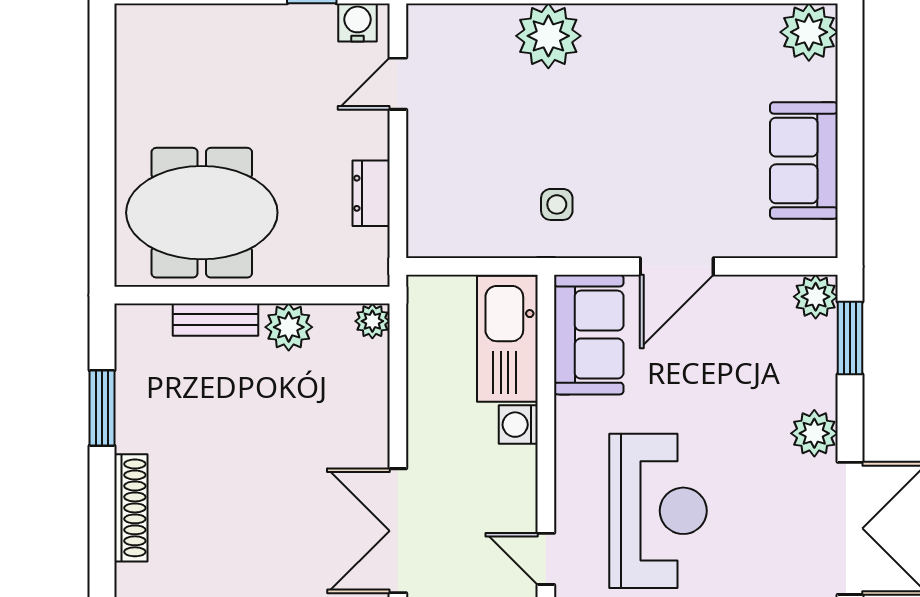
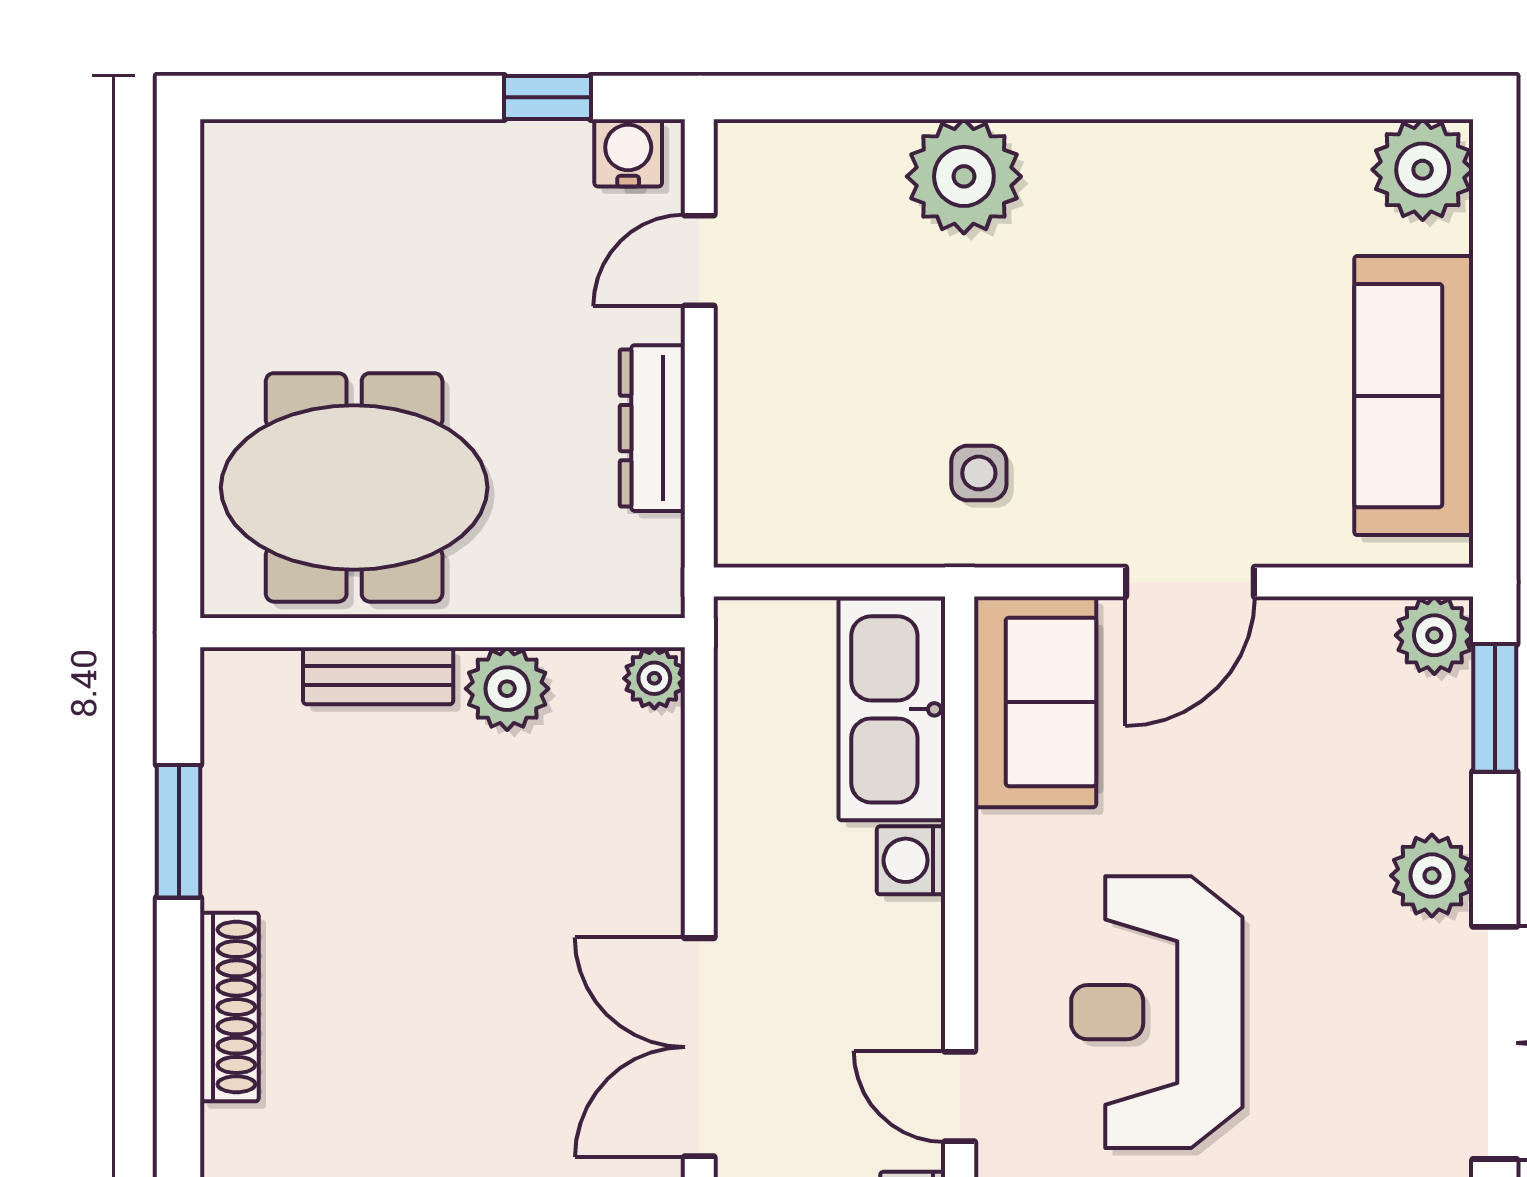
sofa: (804, 160) -> (1414, 396), width x1.36
dresser: (371, 193) -> (652, 428), width x1.44
reception desk: (658, 511) -> (1157, 1012), turned 180

